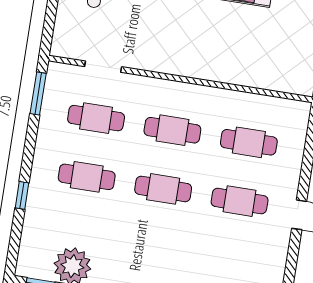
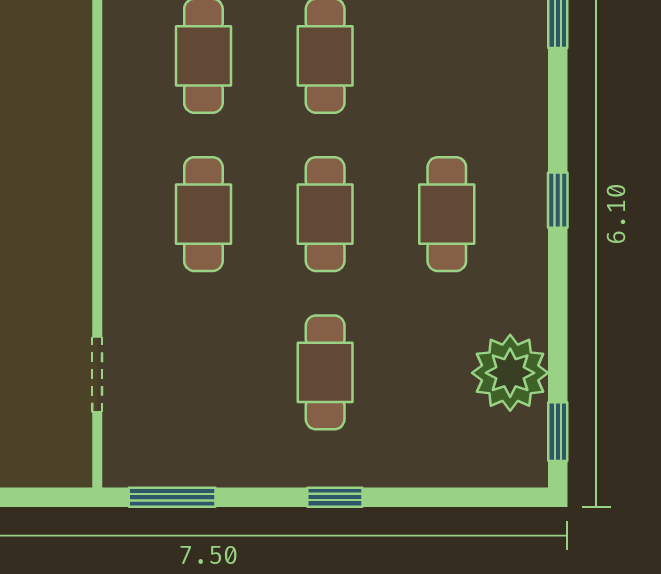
cafe table: (96, 118) -> (447, 214), moved
window: (22, 195) -> (335, 497), moved

